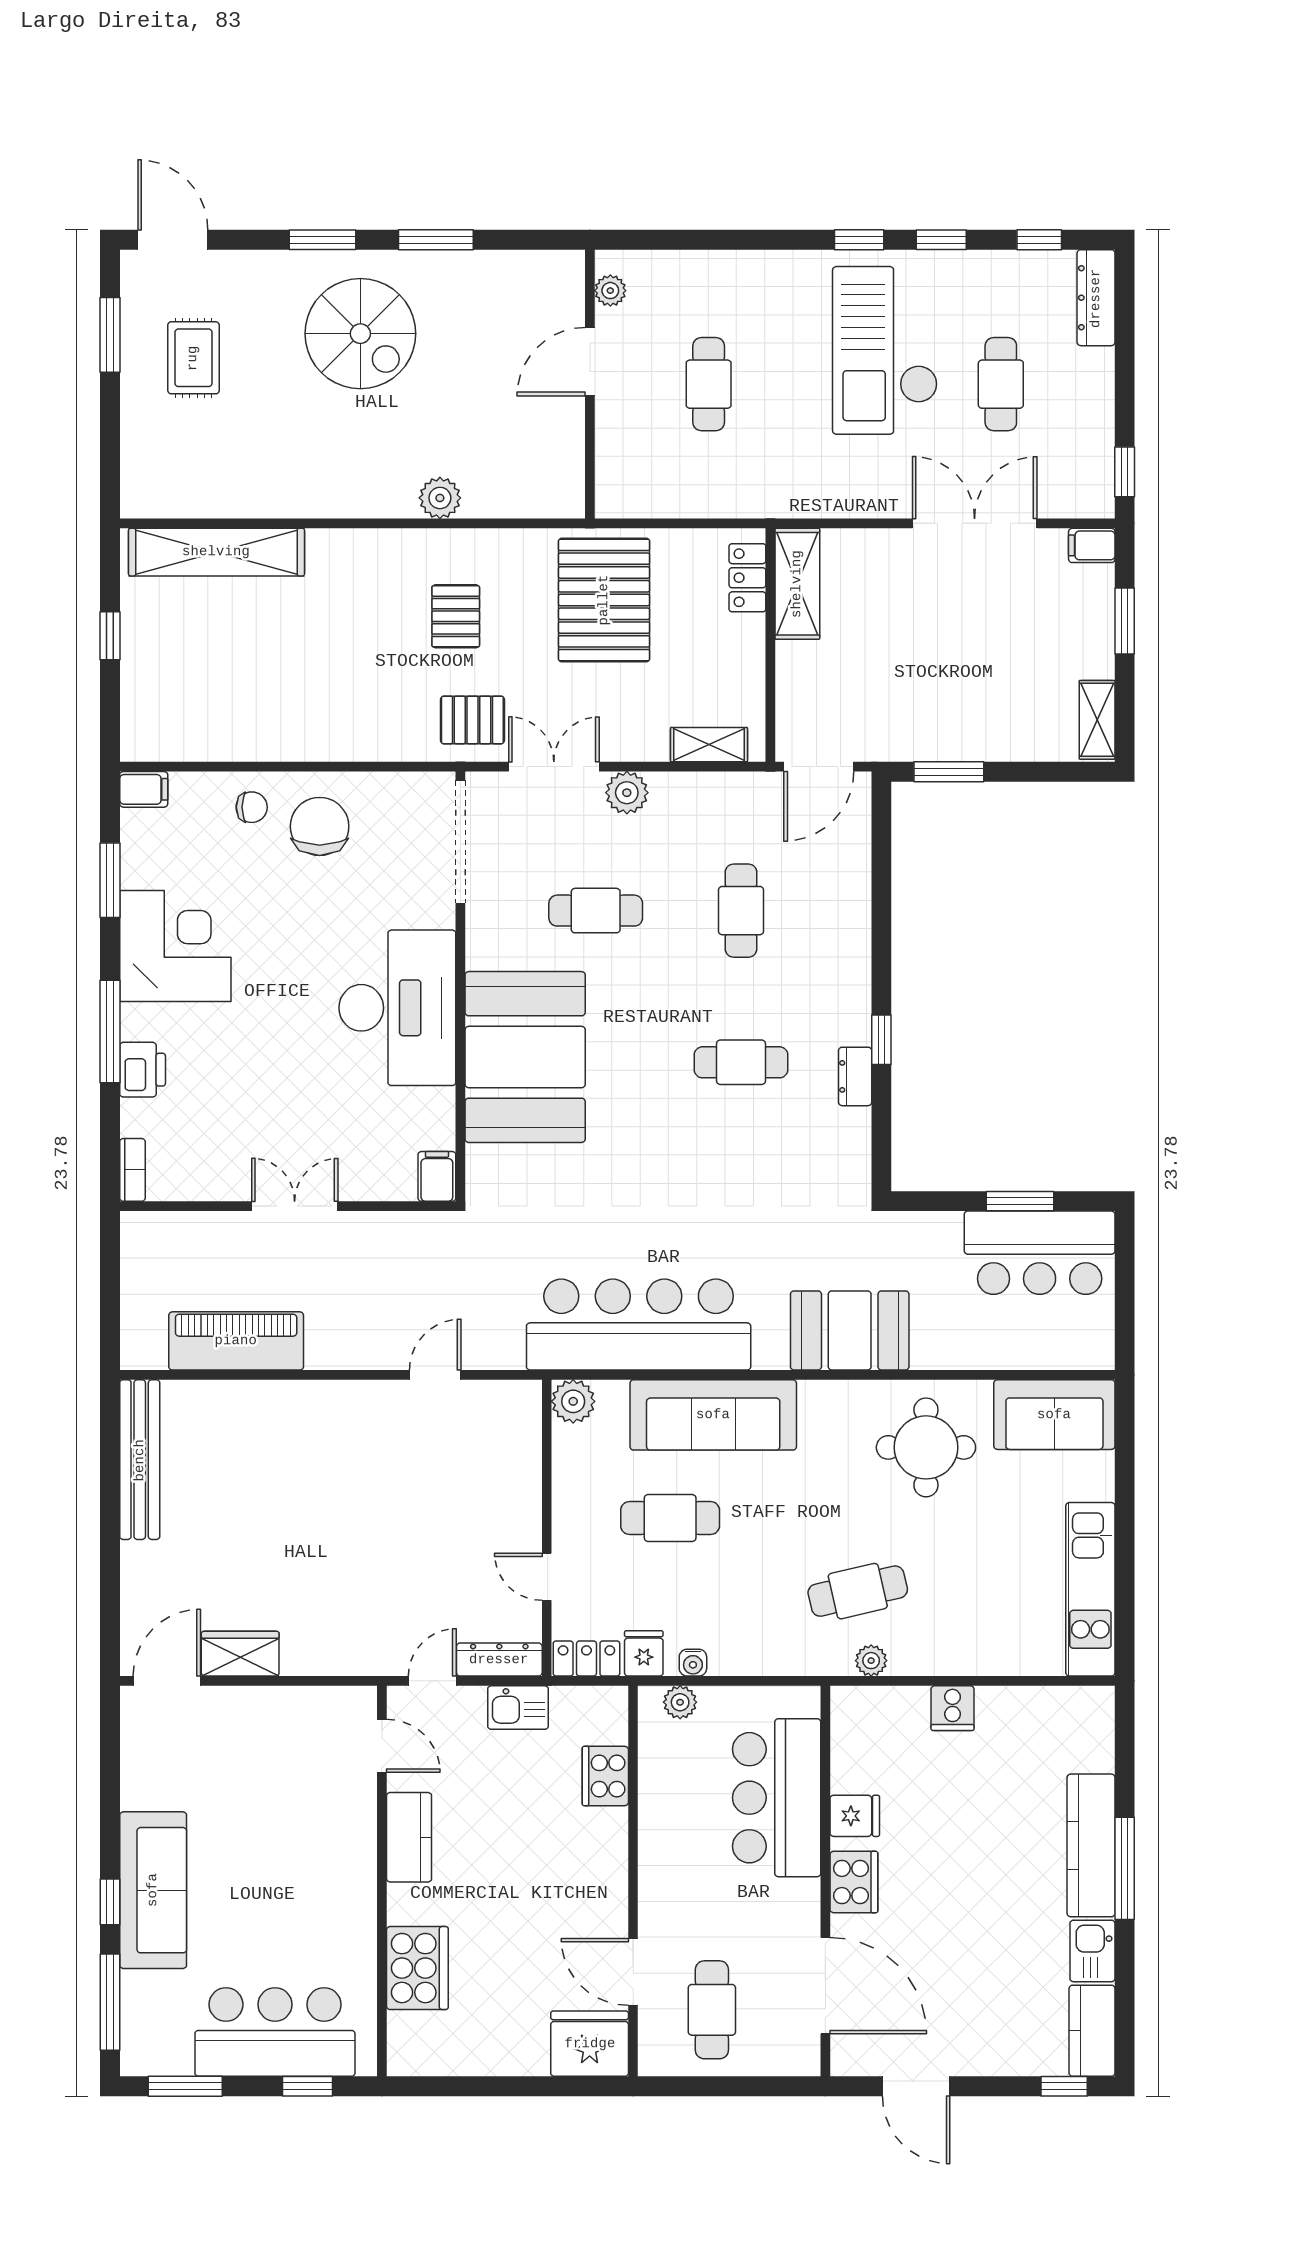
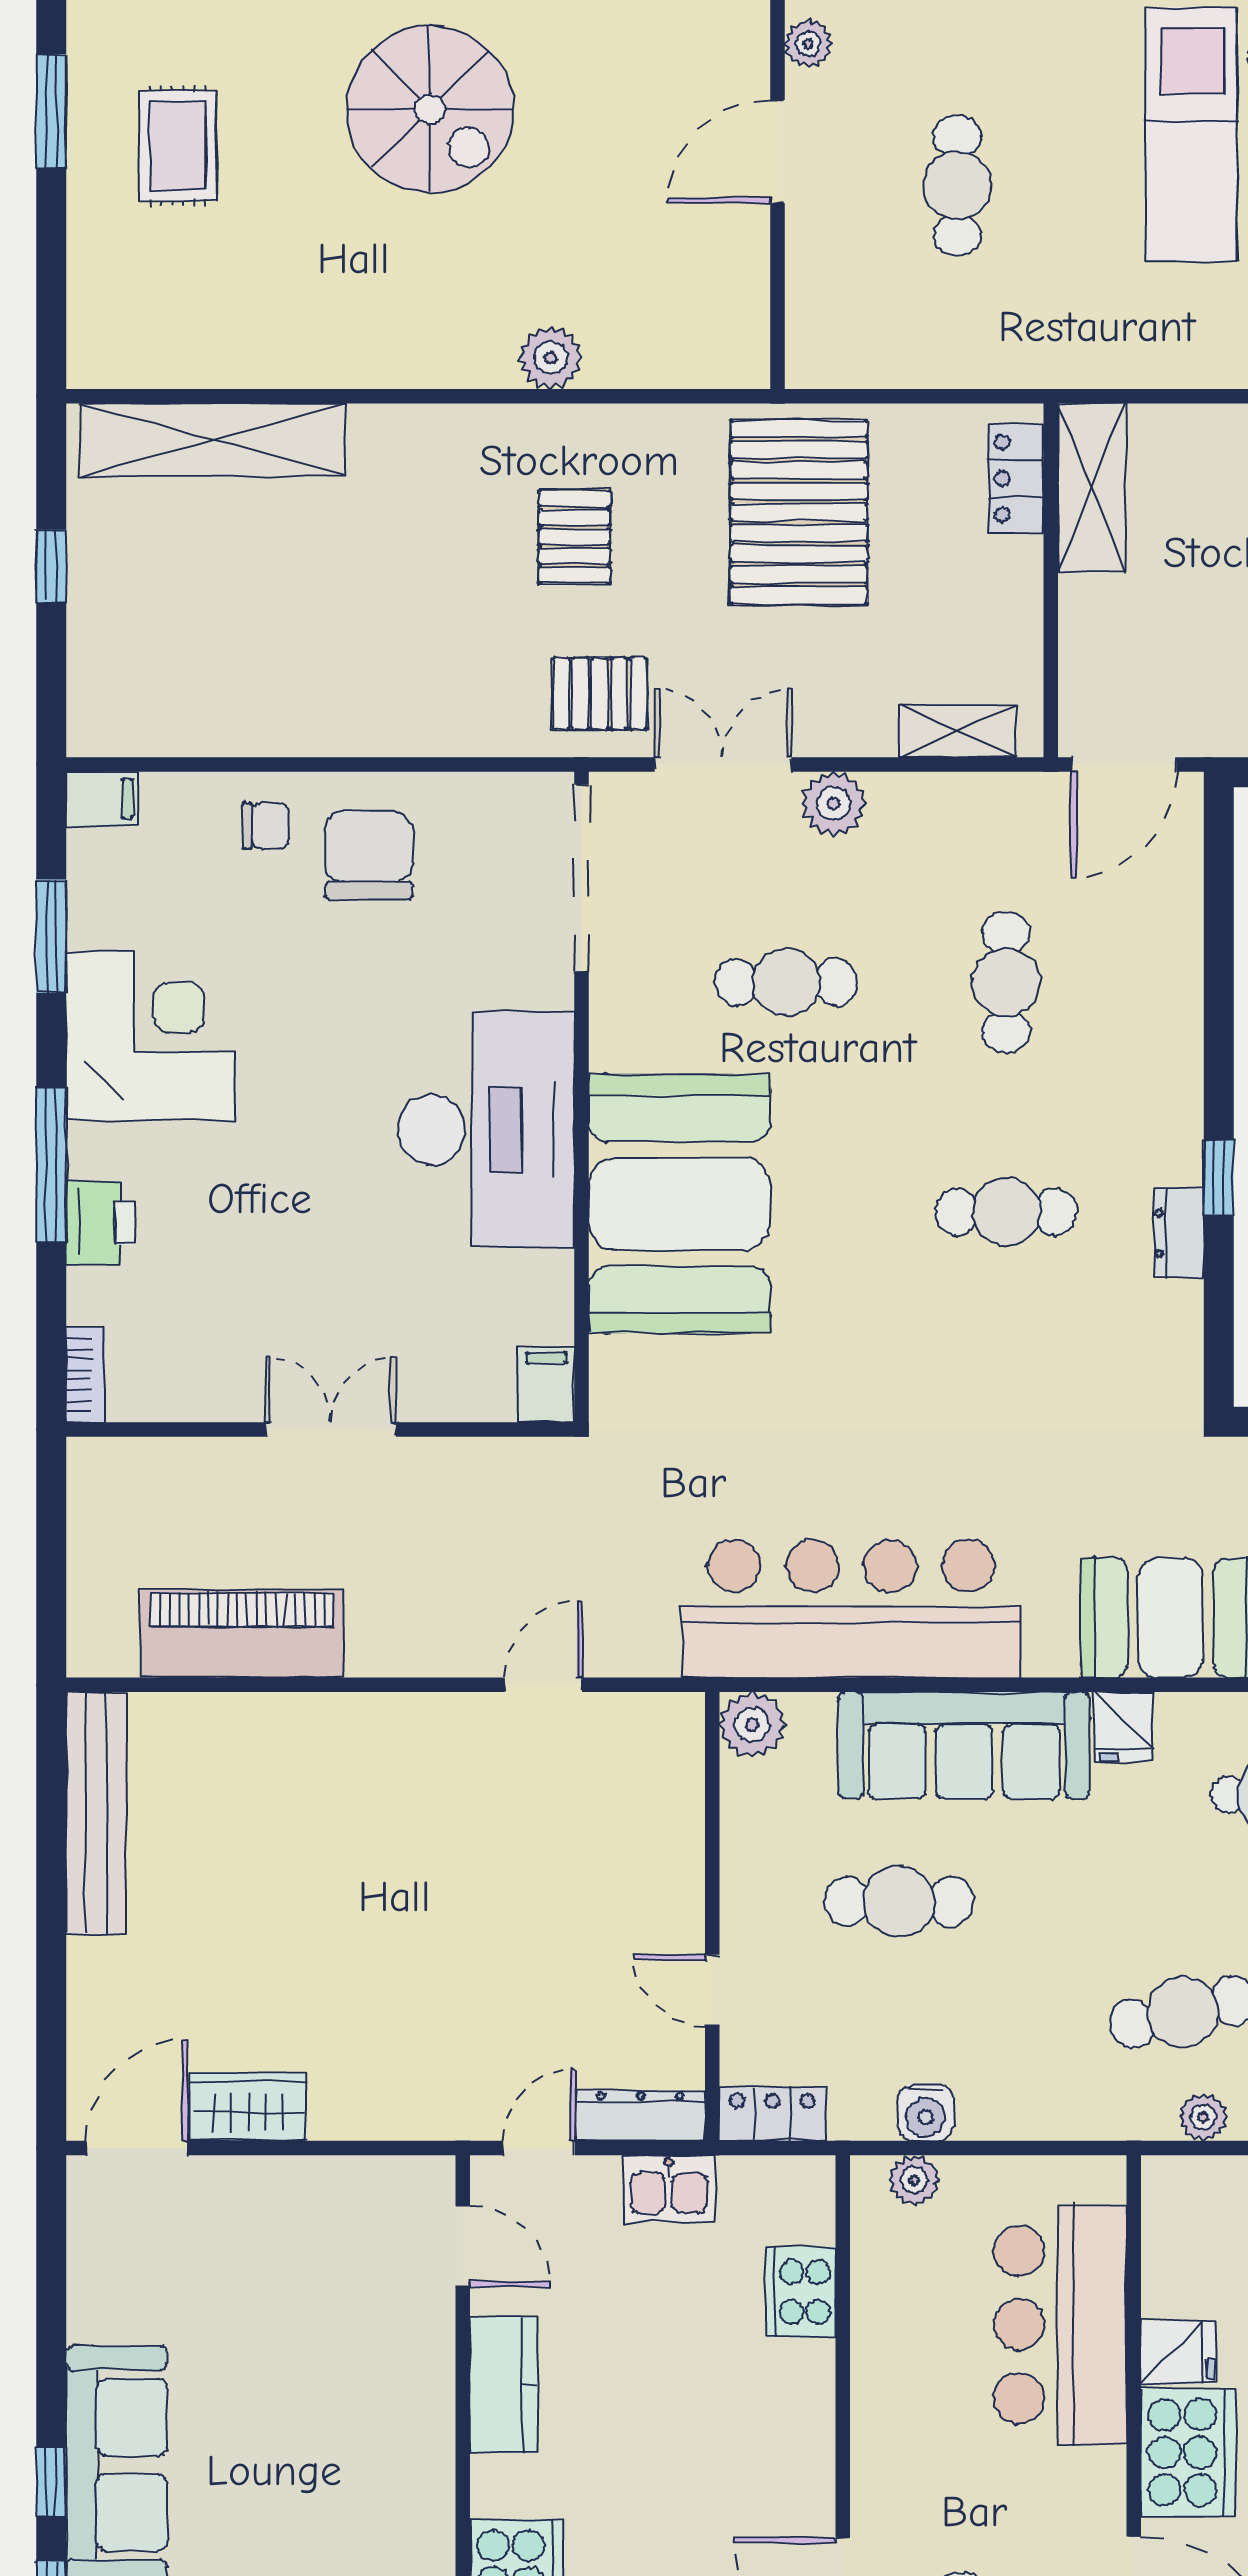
fridge: (644, 1653) -> (1124, 1727), moved, turned 180
water cooler: (693, 1663) -> (926, 2112), width x1.38, depth x1.38
cooker: (854, 1882) -> (1188, 2452), width x1.37, depth x1.31

